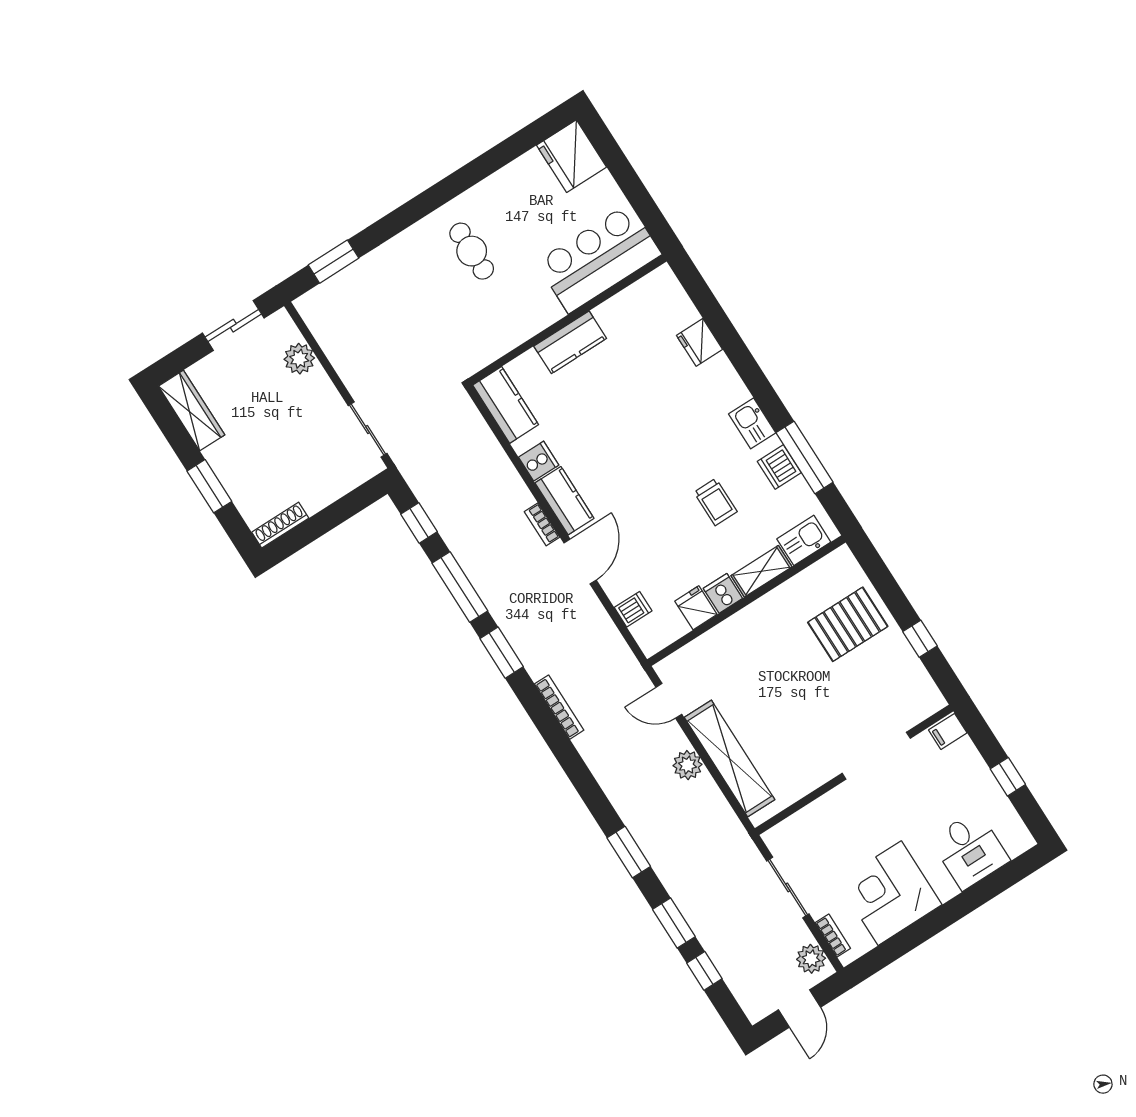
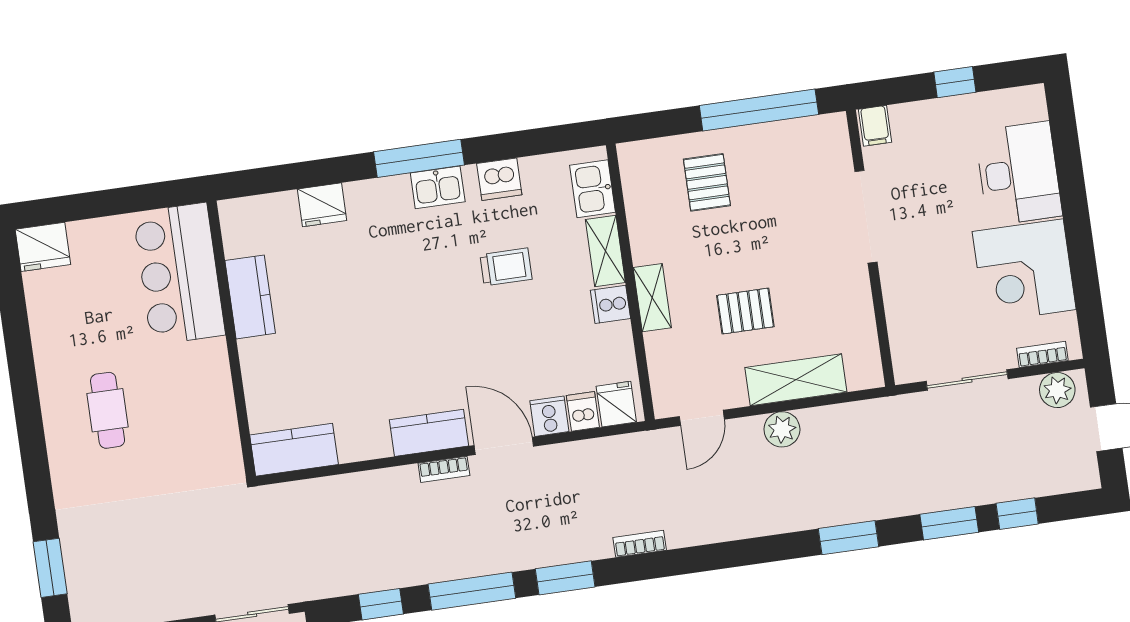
fridge: (571, 156) -> (43, 247), width x0.73, depth x0.75
cafe table: (472, 251) -> (108, 410), turned 90
kitchen counter: (570, 342) -> (250, 297), moved
window: (804, 457) -> (419, 158), moved
cooker: (539, 461) -> (549, 416), moved
fridge: (696, 608) -> (616, 404), moved, turned 90
shelving: (742, 622) -> (652, 298), added
pallet: (848, 624) -> (707, 182), width x0.67, depth x0.71
window: (920, 639) -> (759, 110), width x3.17
pallet: (764, 697) -> (745, 311), added
bookcase: (559, 707) -> (640, 544), width x0.64
shelving: (730, 759) -> (796, 380), width x0.68
desk: (970, 850) -> (1019, 173), width x1.37

